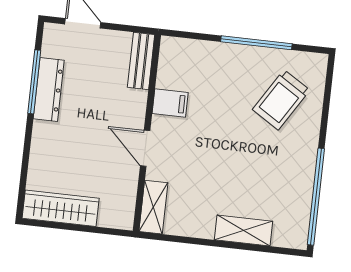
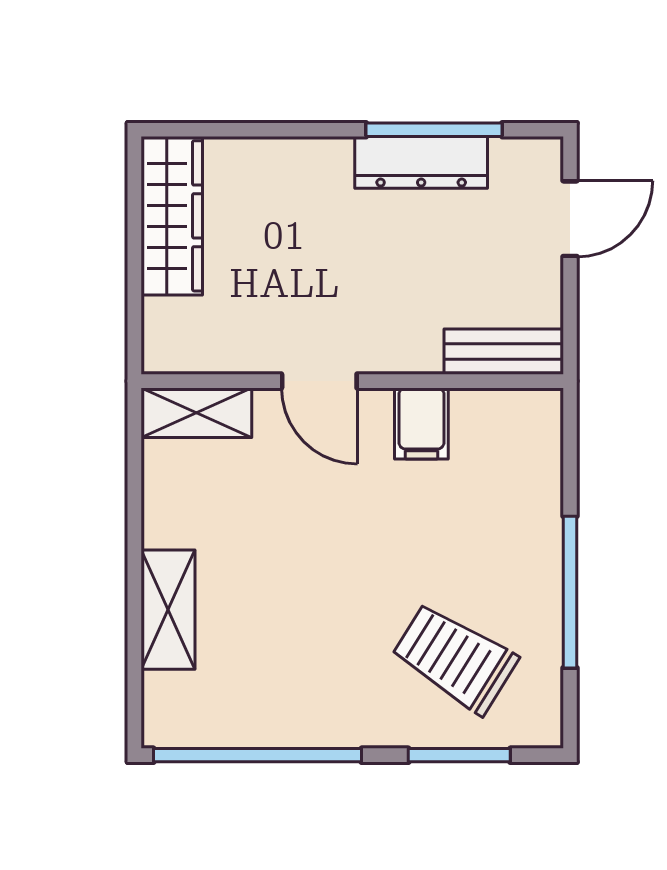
window: (326, 103) -> (459, 755), added
door: (145, 148) -> (319, 381), swing flipped

